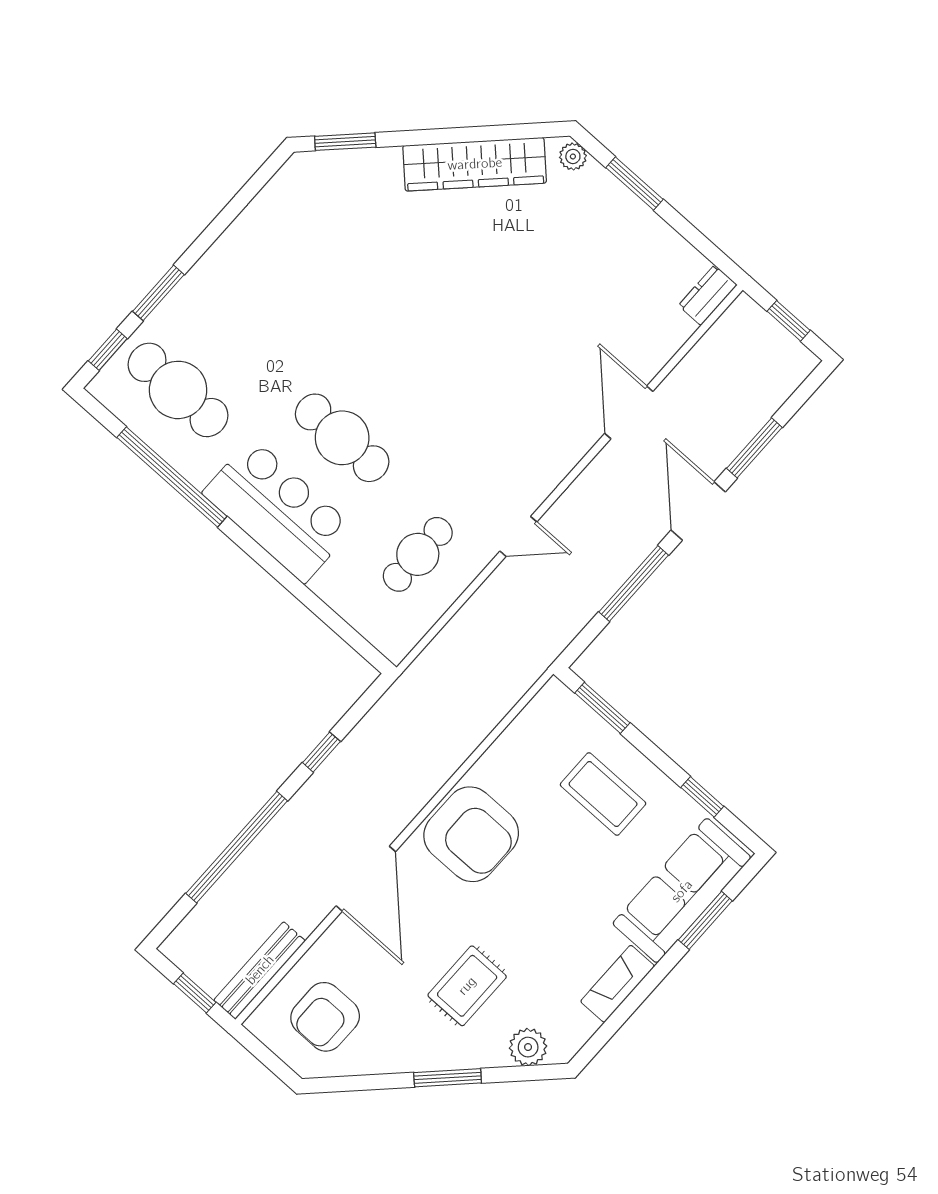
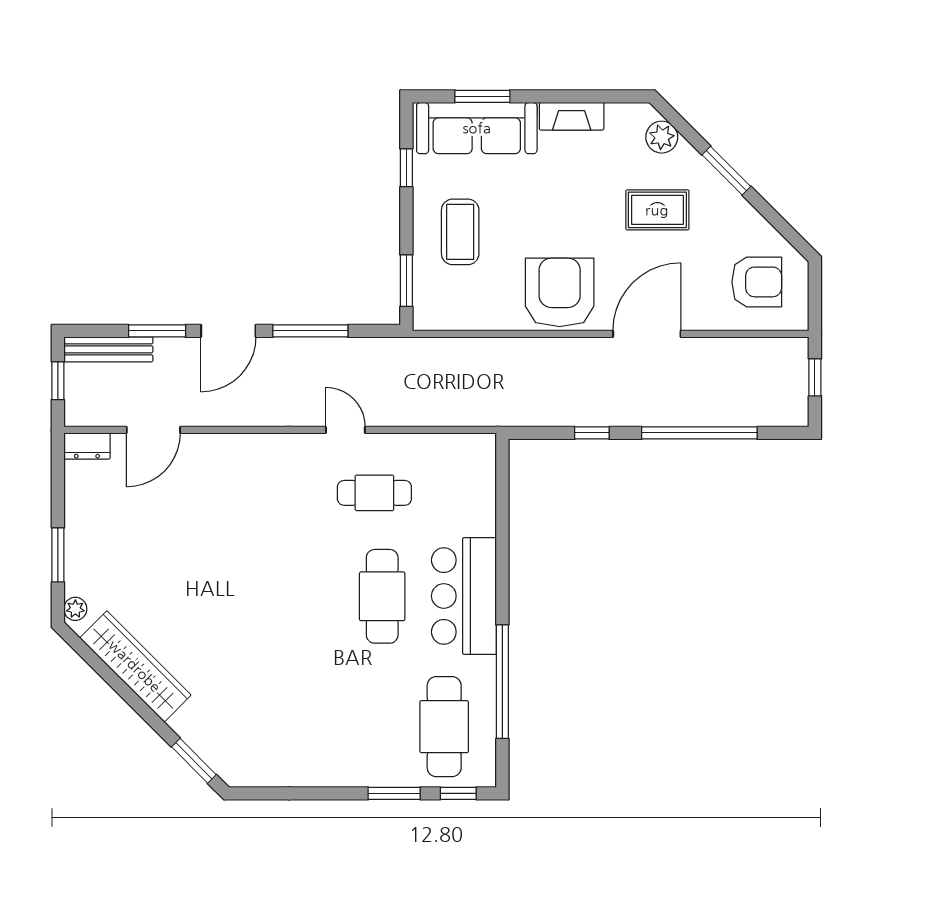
door: (629, 412) -> (153, 430), moved
cafe table: (418, 554) -> (374, 493), moved
bench: (260, 970) -> (108, 349), moved

